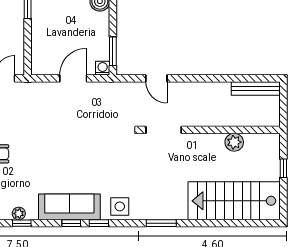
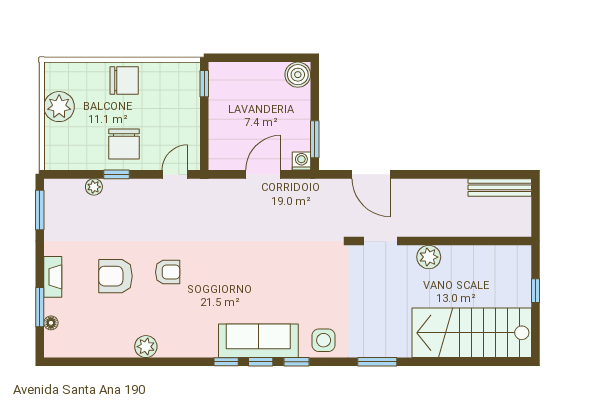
door: (156, 78) -> (371, 174), width x1.38
doorway: (164, 130) -> (380, 241), width x0.73
plant: (234, 142) -> (429, 257), moved
plant: (19, 213) -> (193, 349), removed
window: (22, 223) -> (226, 362), moved

